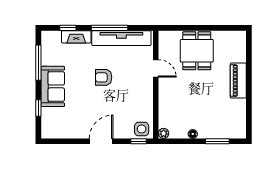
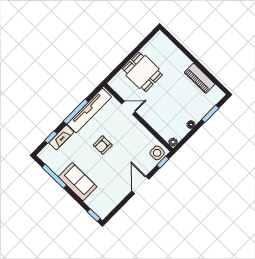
piano: (238, 81) -> (200, 78), moved
window: (38, 108) -> (94, 215), moved

